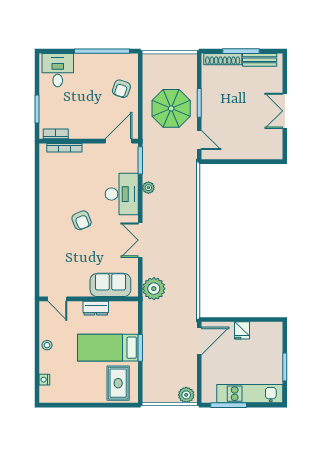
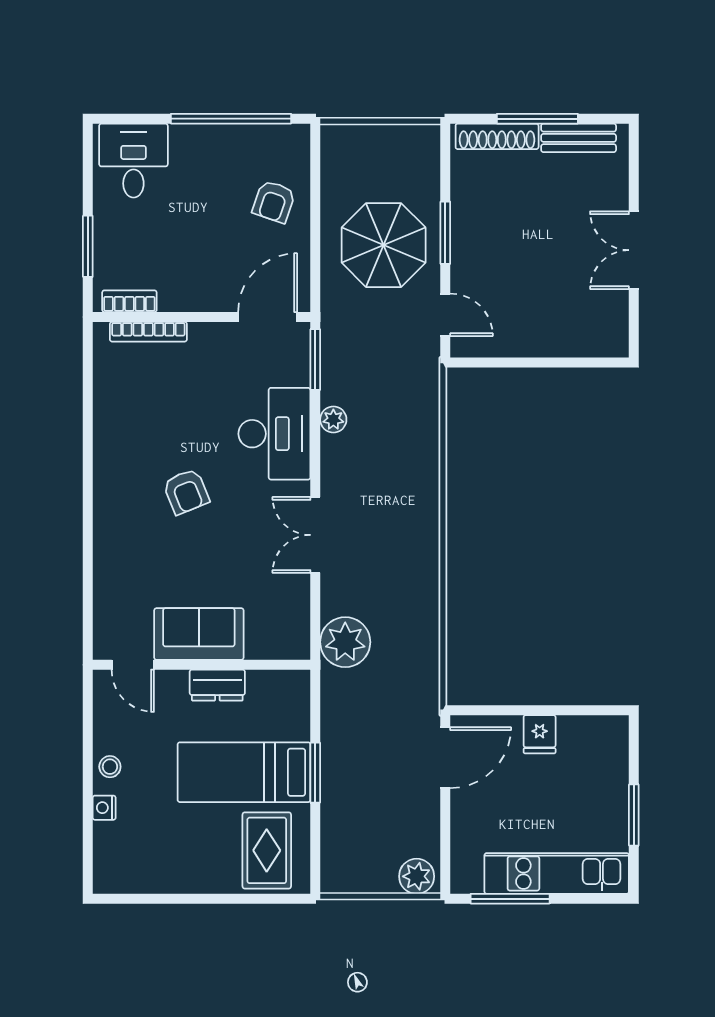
sofa: (110, 285) -> (199, 634), moved
nightstand: (44, 380) -> (104, 808), moved

